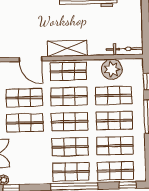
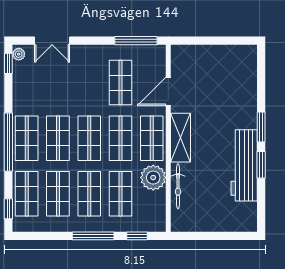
bicycle: (125, 49) -> (178, 186), moved
plant: (112, 69) -> (153, 178), moved
shop shelf: (25, 123) -> (89, 83), removed

